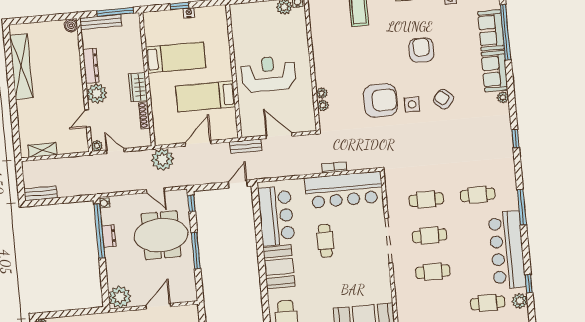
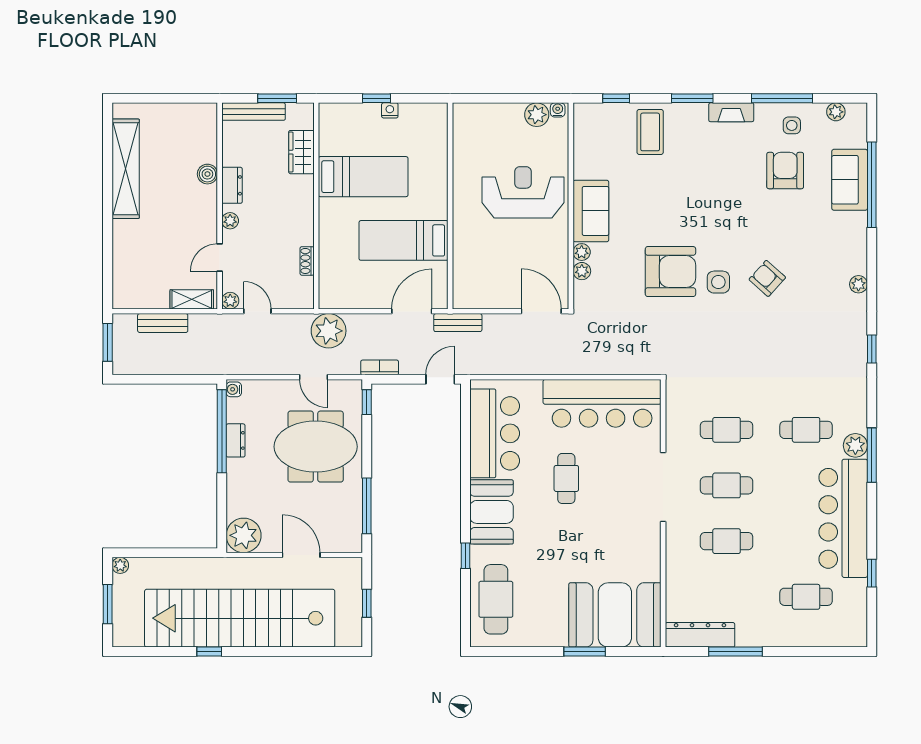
window: (115, 12) -> (277, 98), width x0.69
boiler: (71, 25) -> (207, 174), moved
armchair: (421, 50) -> (785, 171), moved
dresser: (91, 66) -> (232, 185), width x0.70
sofa: (495, 71) -> (591, 211), moved, turned 180
reception desk: (268, 74) -> (523, 192), moved
wardrobe: (138, 87) -> (301, 152), moved
plant: (97, 94) -> (230, 221), width x0.53, depth x0.53
shoe rack: (144, 115) -> (307, 261), width x0.70
door: (279, 136) -> (541, 311), moved
door: (198, 143) -> (412, 311), moved
shelving: (42, 150) -> (192, 299), moved
bookcase: (334, 167) -> (380, 367), moved
window: (20, 180) -> (108, 342), added
bench: (40, 193) -> (163, 323), moved
window: (196, 251) -> (367, 506), moved
window: (265, 297) -> (466, 556), added
plant: (520, 301) -> (855, 445), moved
door: (158, 306) -> (301, 555), hinge flipped

